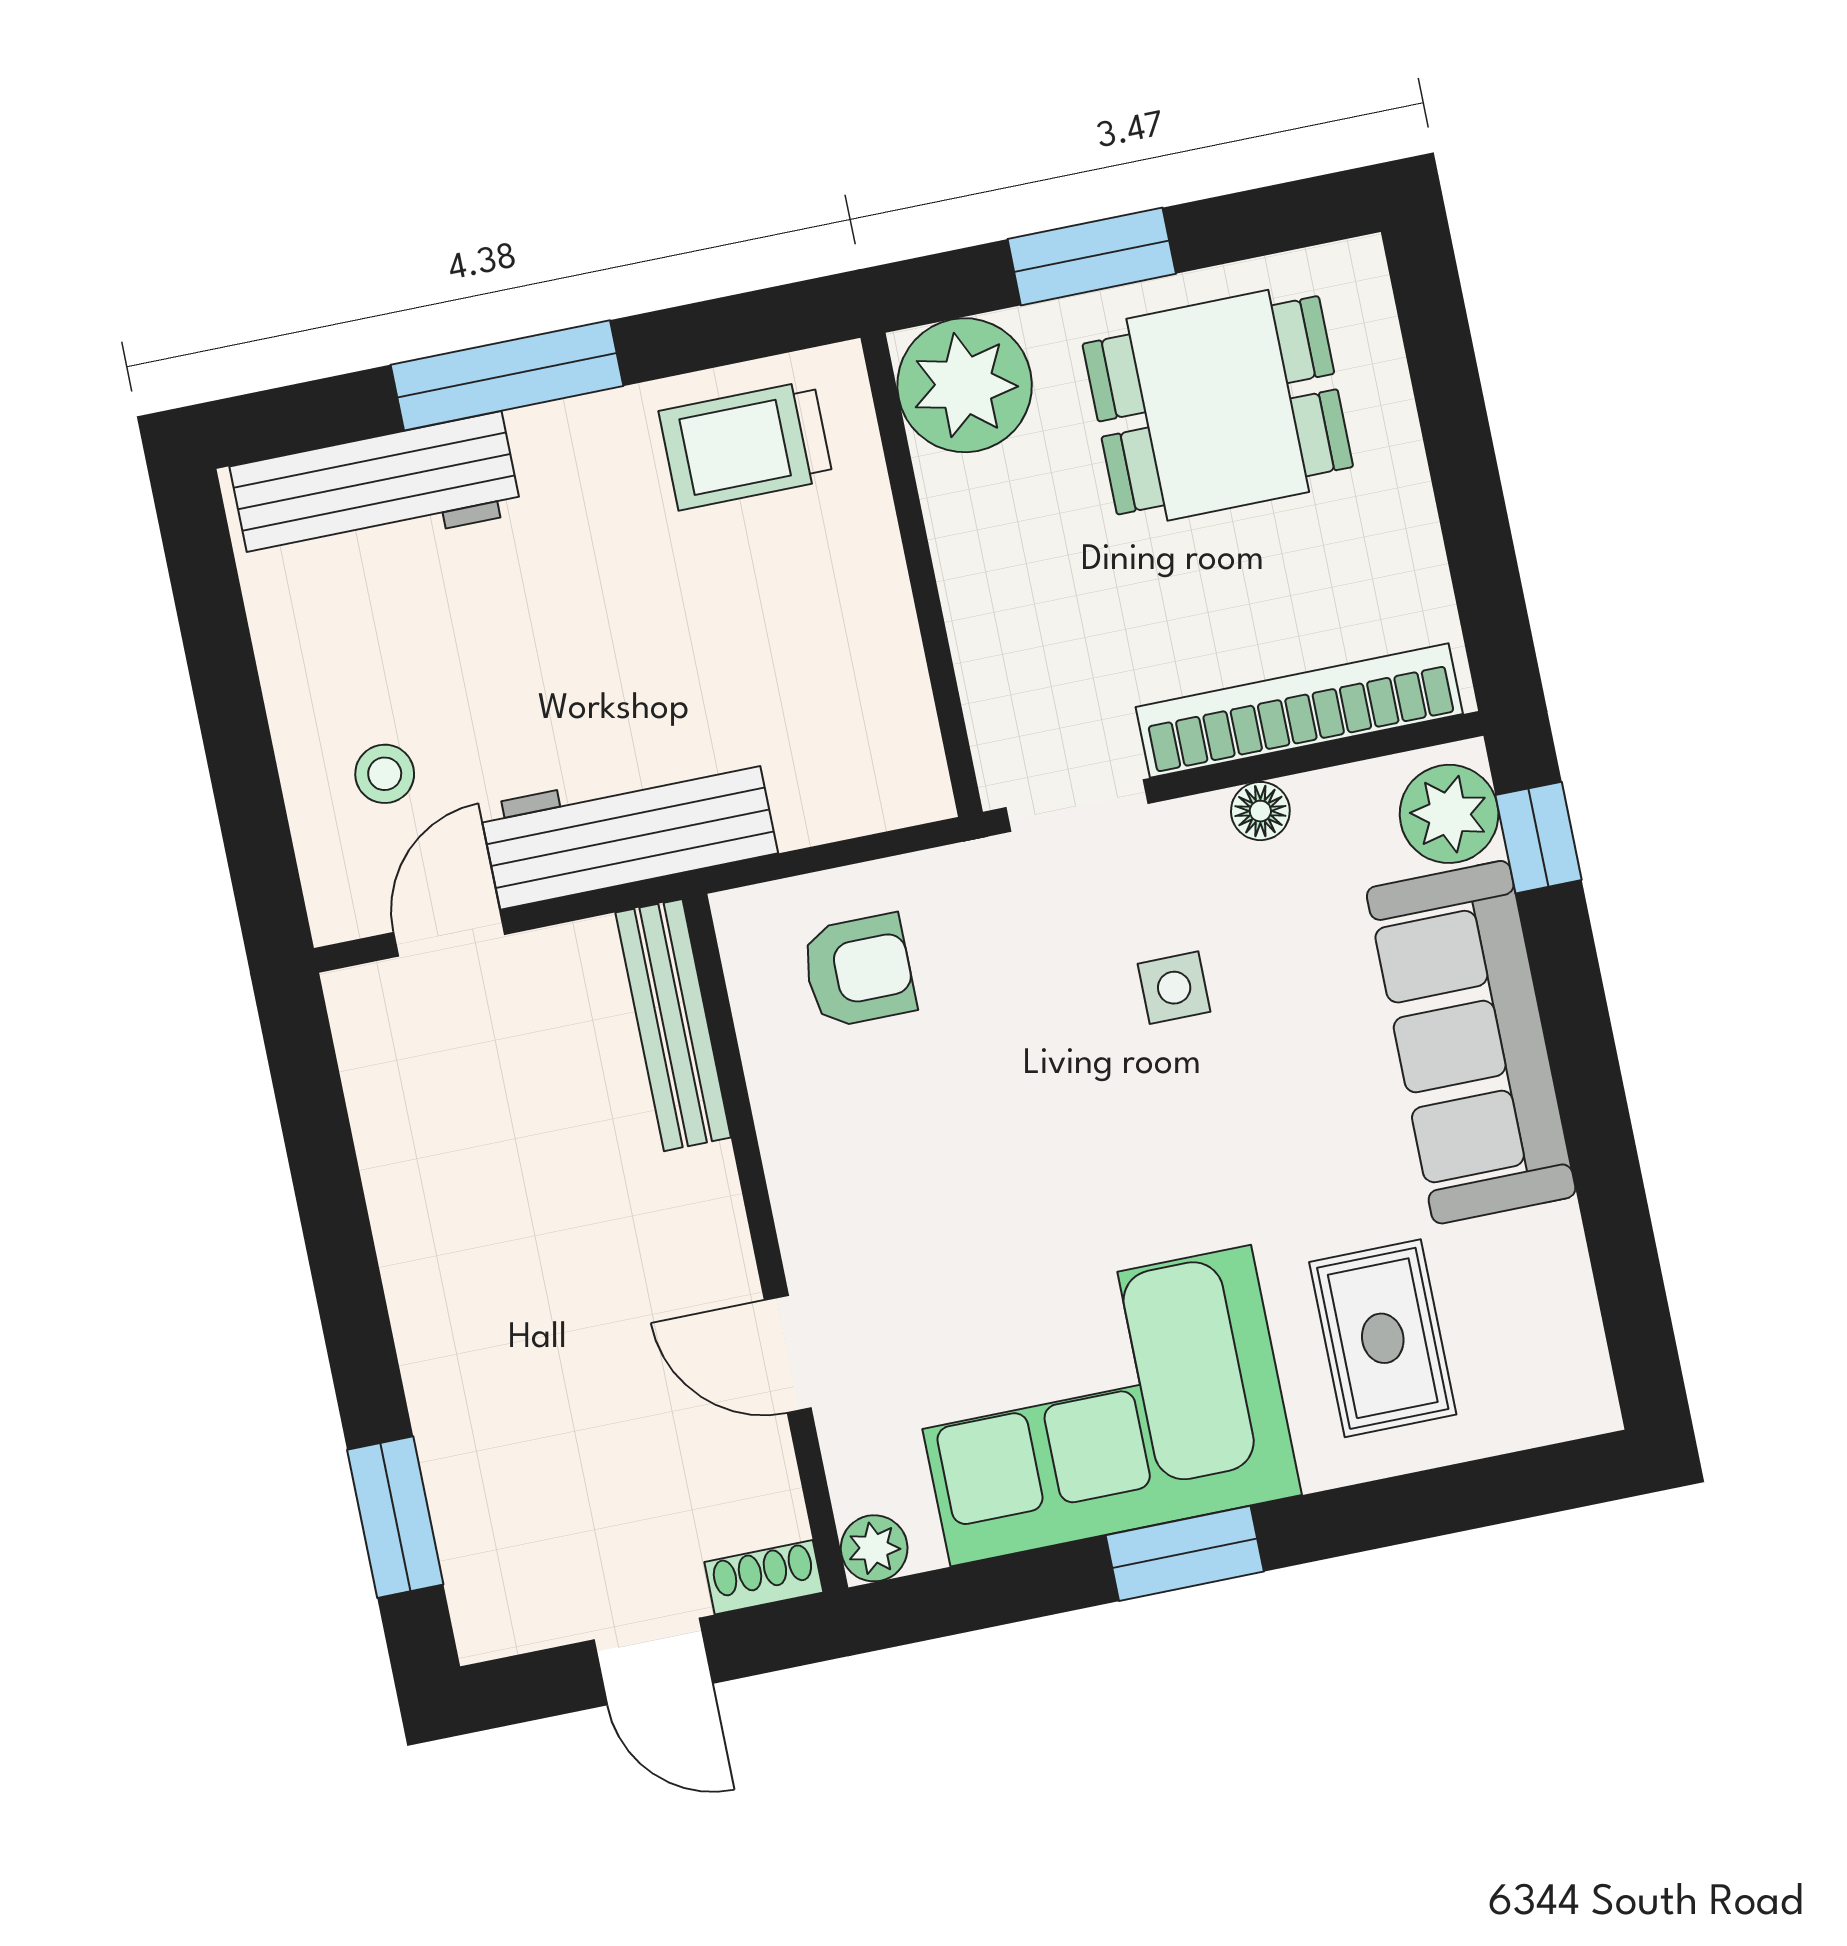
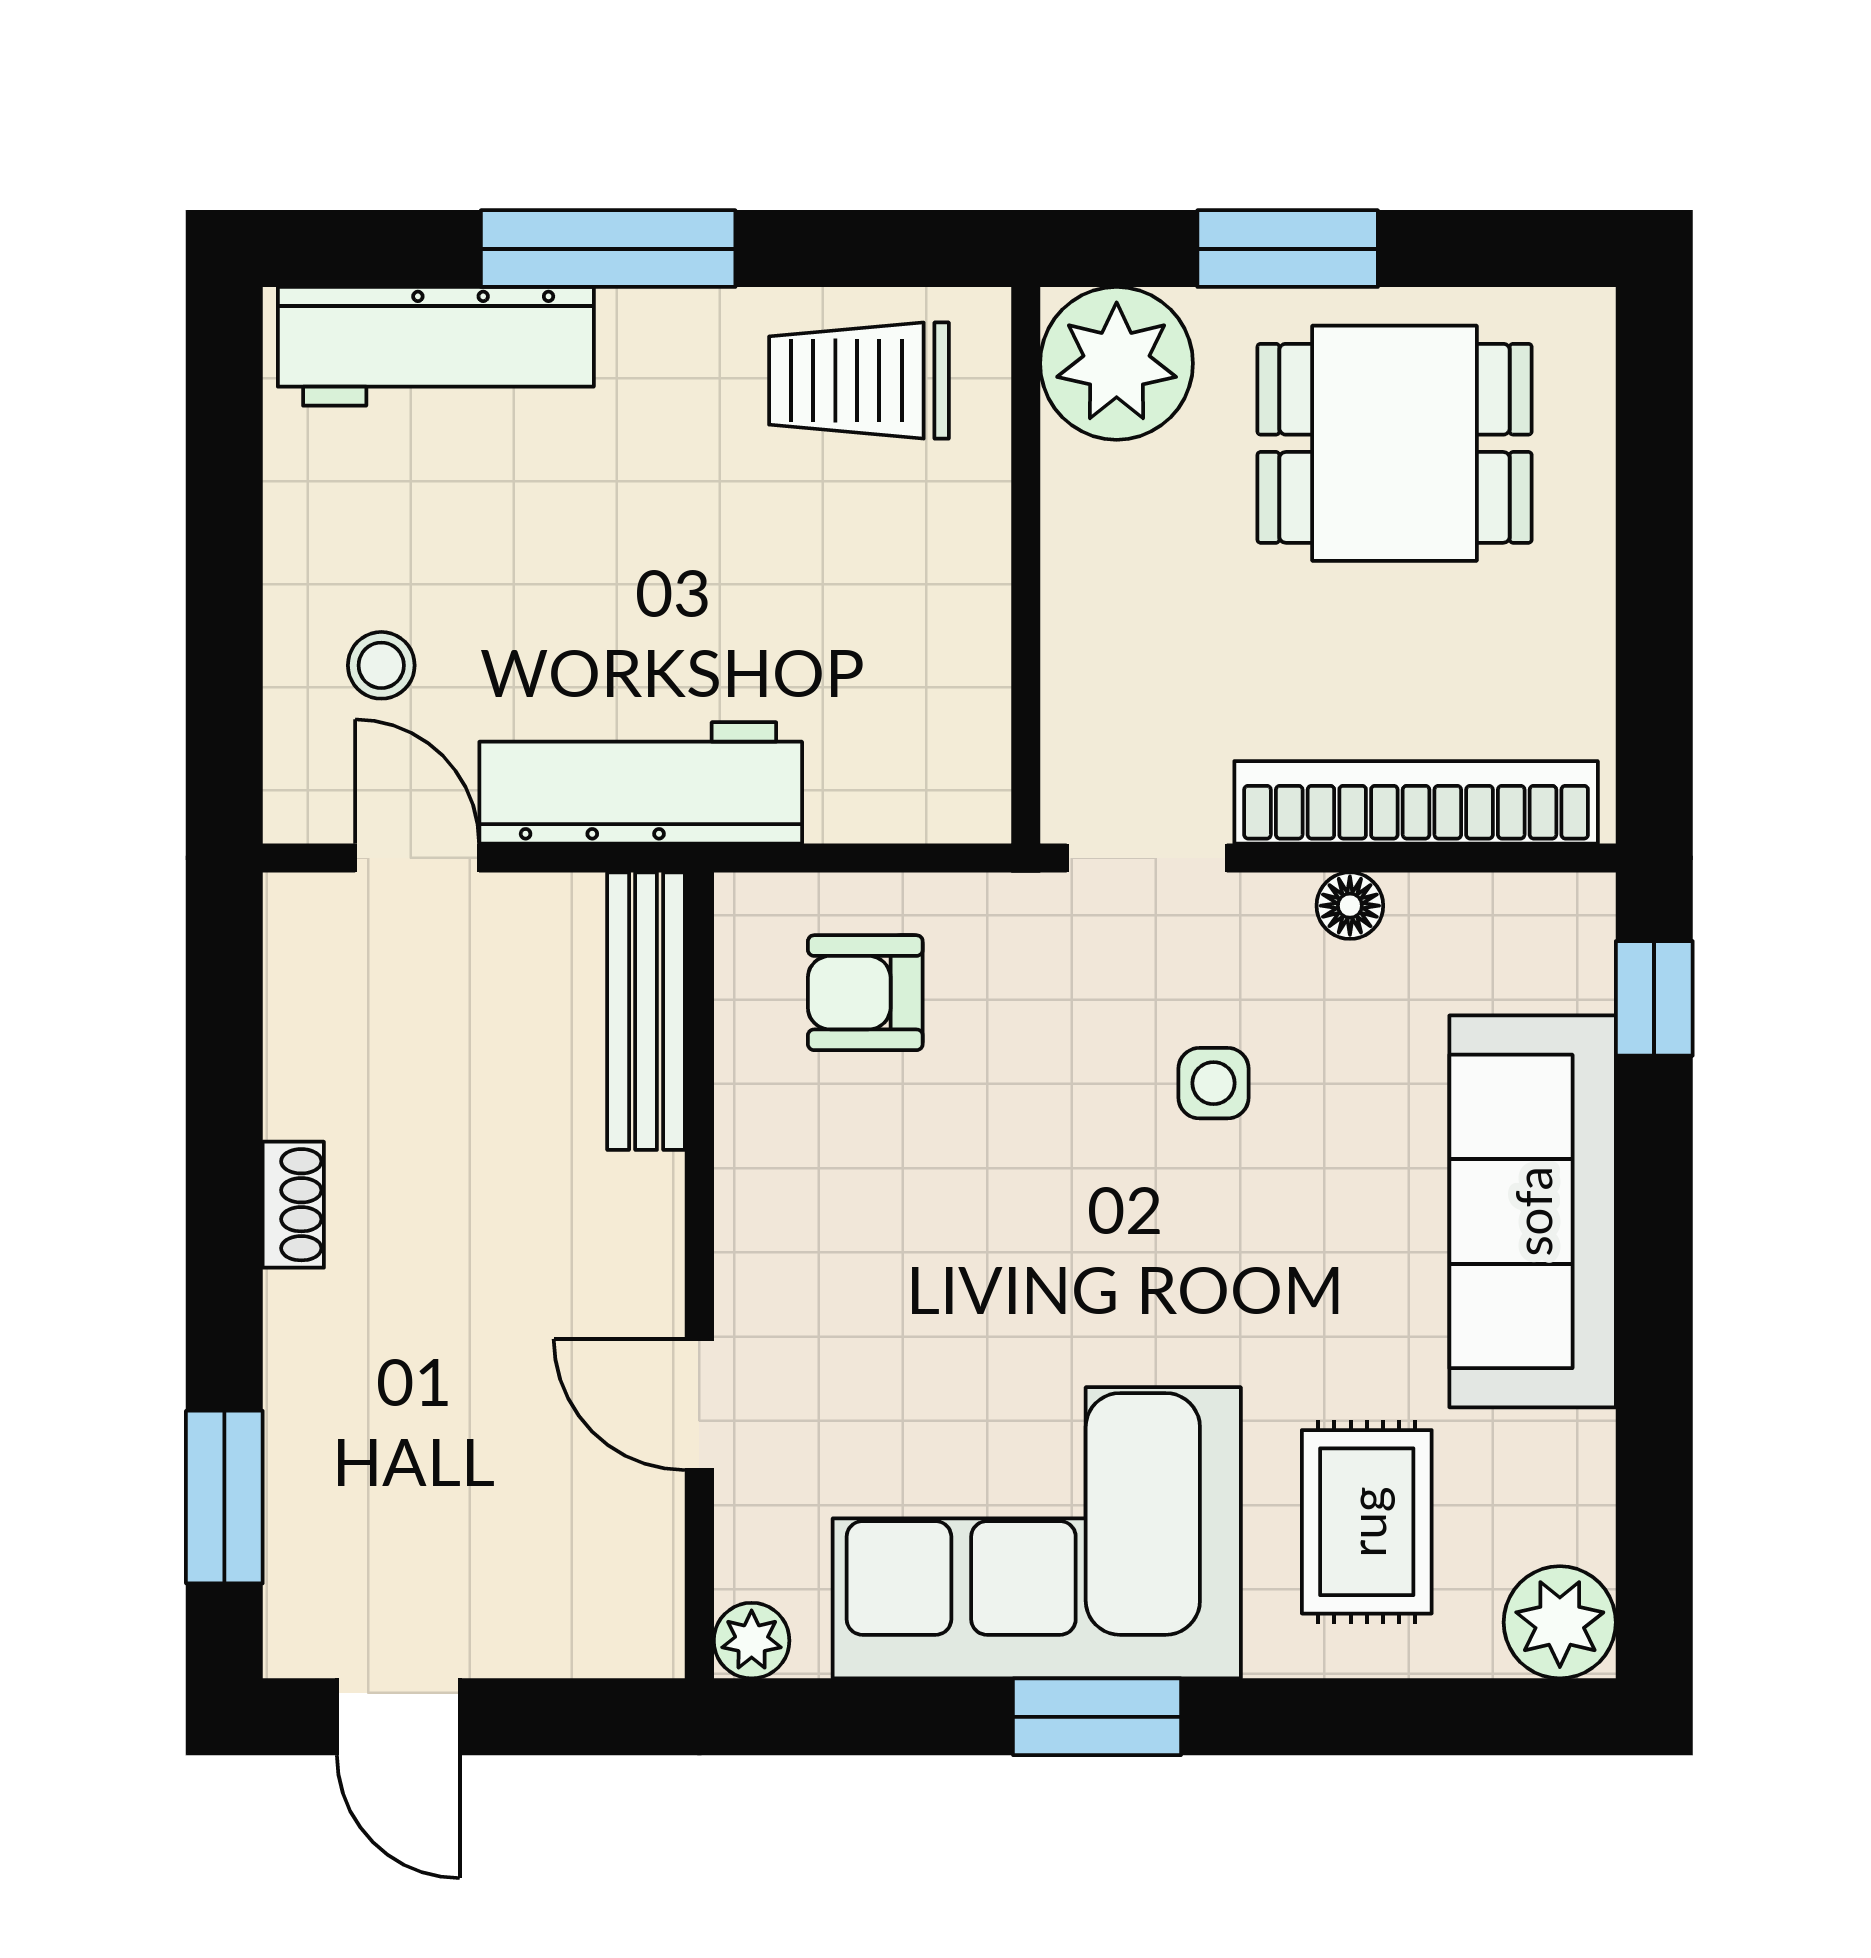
plant: (1449, 814) -> (1560, 1622), moved
door: (449, 933) -> (417, 858), hinge flipped
armchair: (859, 971) -> (865, 993), turned 180
shoe rack: (764, 1577) -> (293, 1205), moved, turned 90
door: (653, 1662) -> (398, 1717), moved

